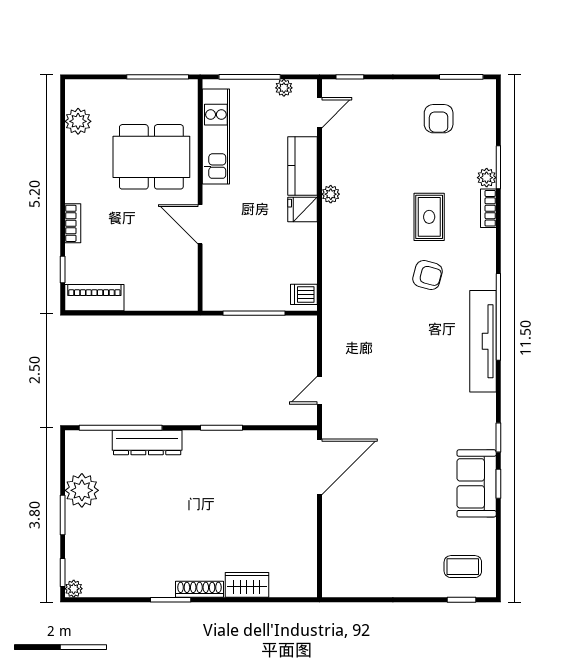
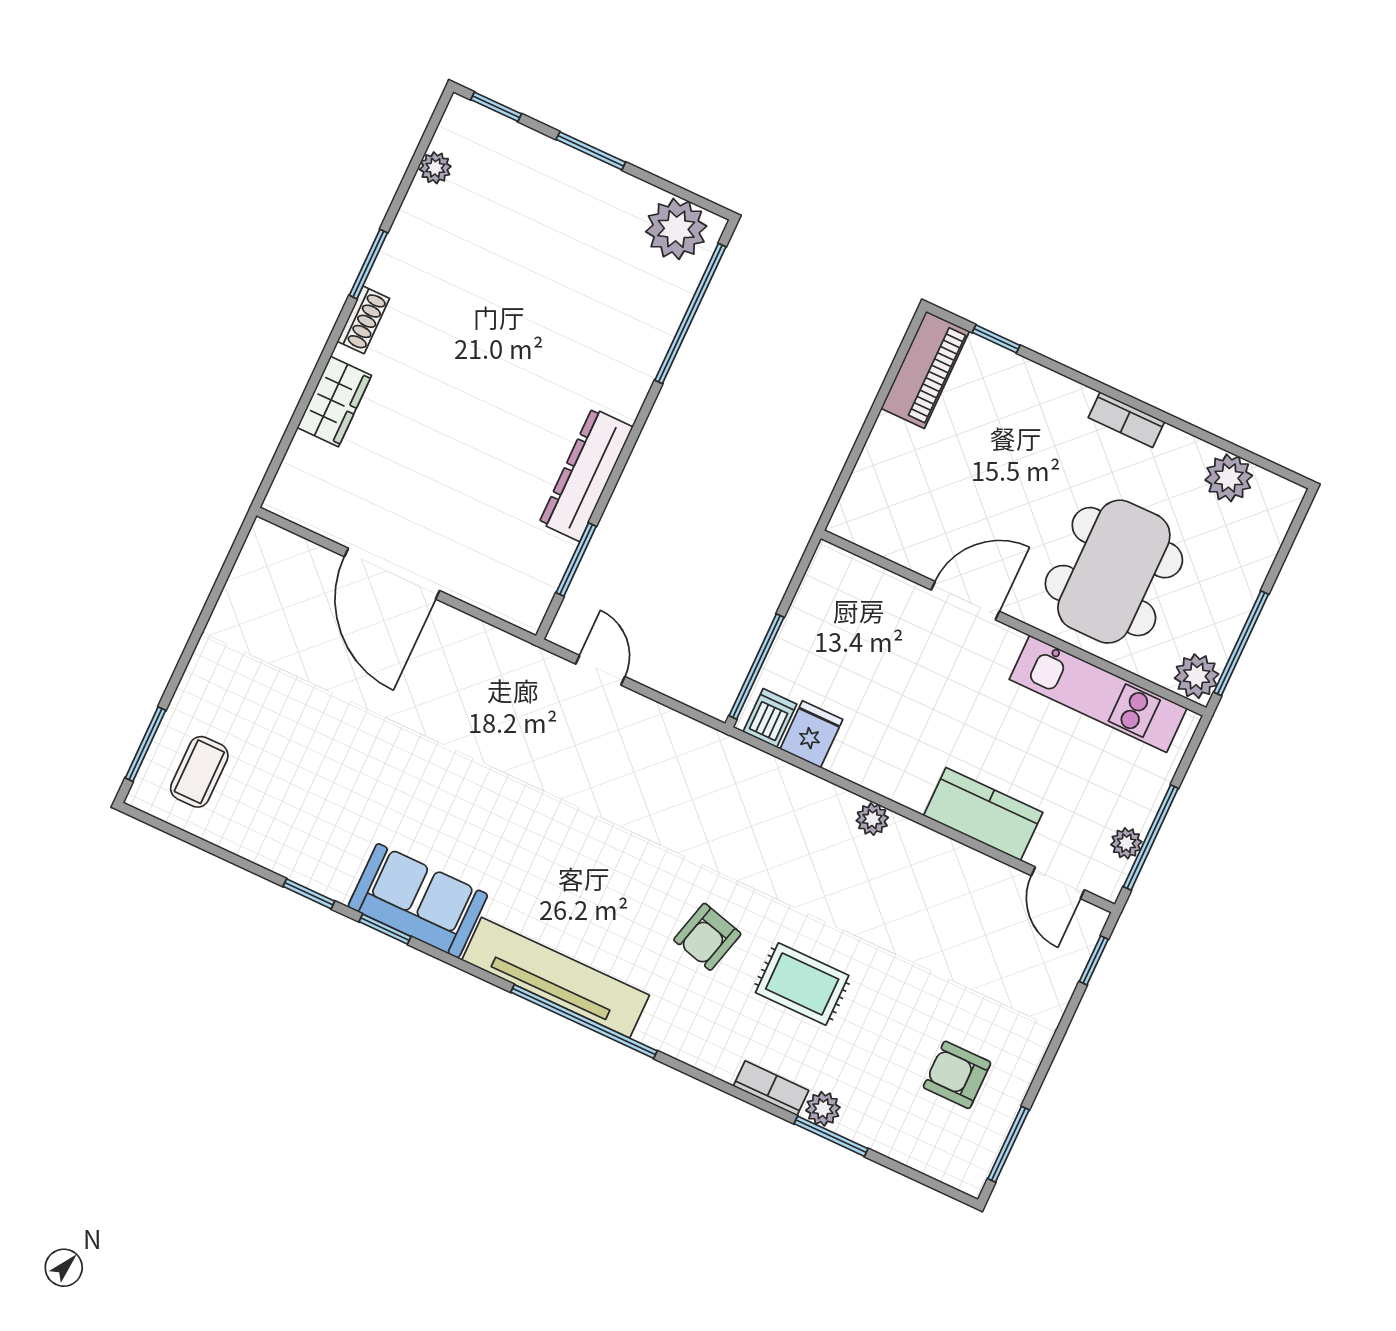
window: (250, 77) -> (1151, 838), moved
plant: (184, 91) -> (1197, 676), added
plant: (331, 194) -> (872, 819), moved
fridge: (302, 209) -> (811, 734), moved
bookcase: (73, 223) -> (1126, 420), moved
window: (254, 313) -> (756, 667), moved
window: (222, 428) -> (576, 559), moved
dresser: (147, 443) -> (586, 475), moved
door: (319, 467) -> (392, 574), moved
sofa: (477, 483) -> (418, 901), moved
plant: (82, 490) -> (676, 229), moved
plant: (74, 589) -> (435, 168), moved
shoe rack: (200, 589) -> (363, 320), width x0.70
window: (462, 600) -> (146, 744), width x1.50

